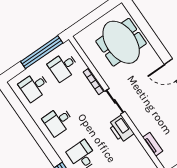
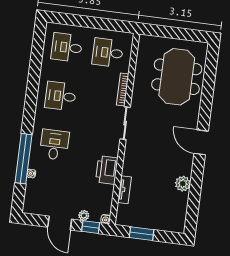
window: (42, 52) -> (100, 23), removed
printer: (121, 129) -> (107, 170), moved

